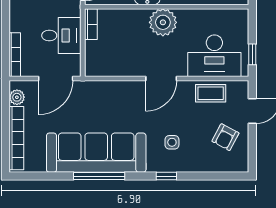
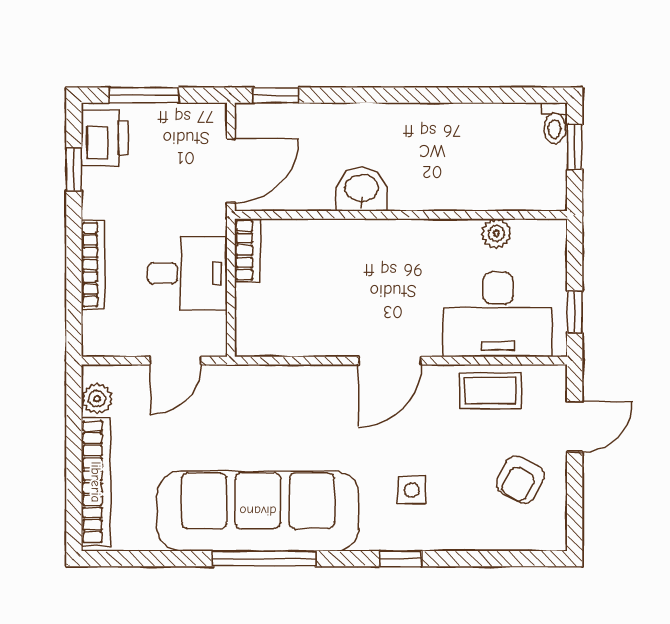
plant: (163, 22) -> (496, 233), moved, width x0.53, depth x0.53
bookcase: (15, 55) -> (93, 265), moved
door: (56, 78) -> (176, 361), width x0.73

